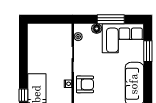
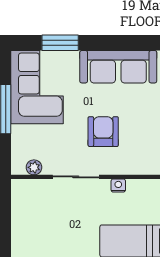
floor lamp: (97, 29) -> (20, 134), removed
armchair: (85, 84) -> (103, 132), moved

